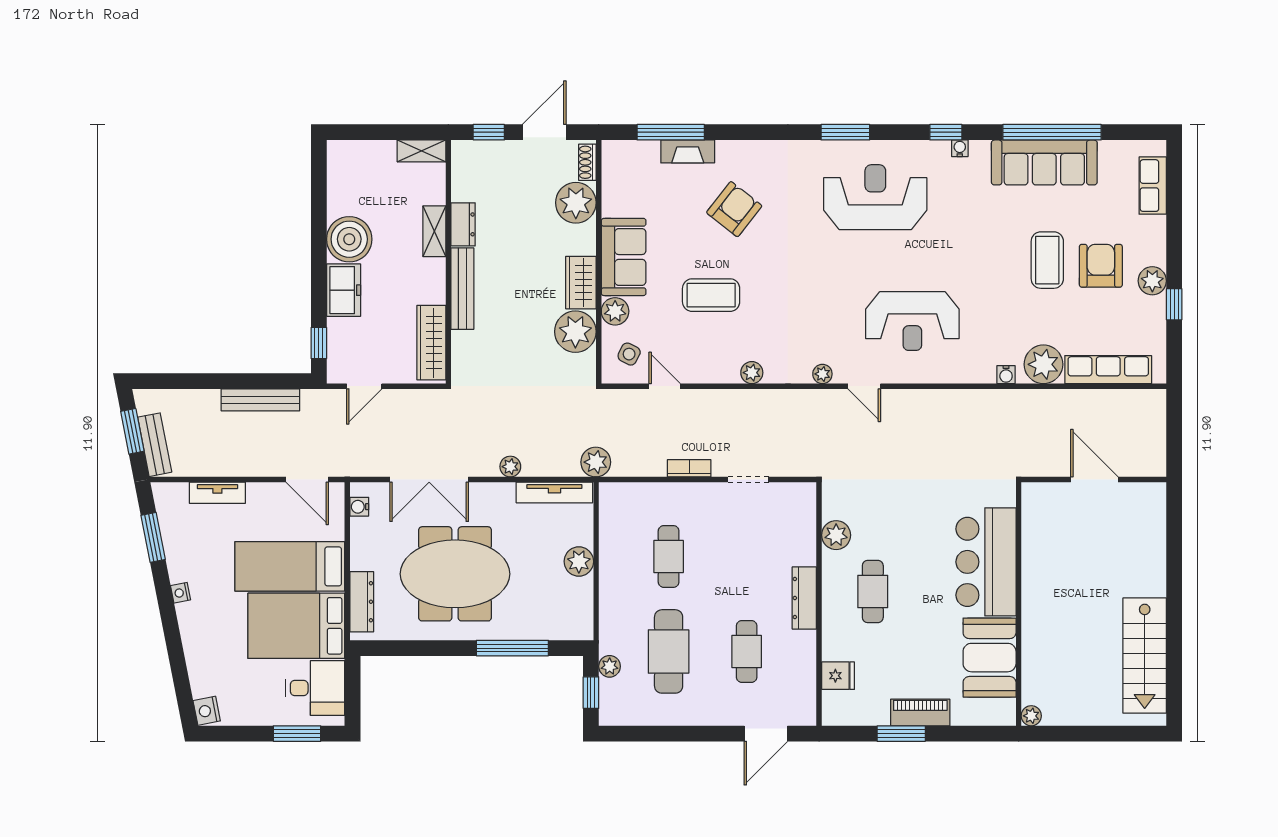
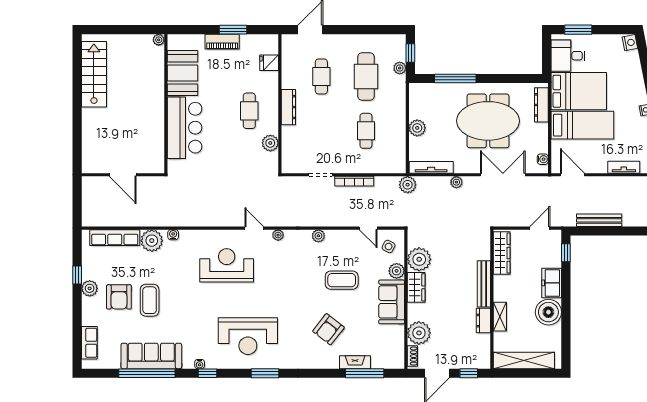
shelving: (422, 151) -> (524, 360), width x2.20, depth x1.33
bookcase: (689, 468) -> (354, 181), width x1.56

